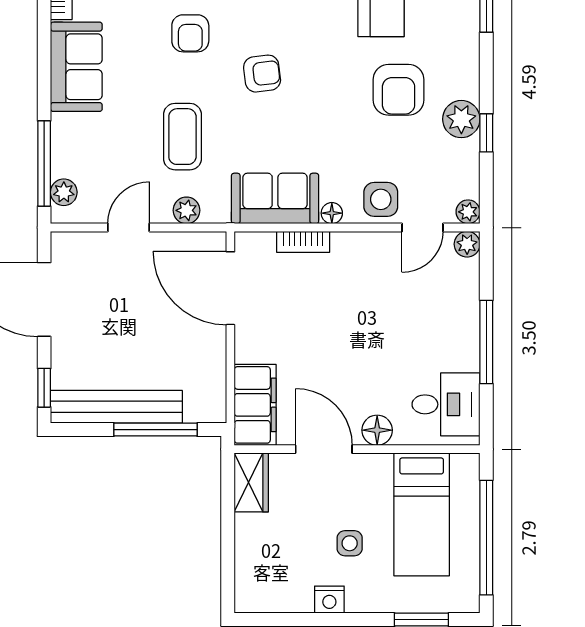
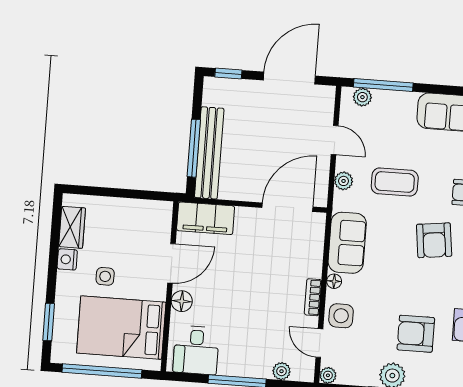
armchair: (262, 74) -> (434, 240), width x1.38, depth x1.38
bookcase: (303, 242) -> (313, 297), moved
plant: (467, 244) -> (281, 371), moved
bench: (116, 407) -> (209, 153), moved
wardrobe: (251, 482) -> (72, 227), moved, turned -90
bed: (422, 514) -> (121, 328), width x1.50

